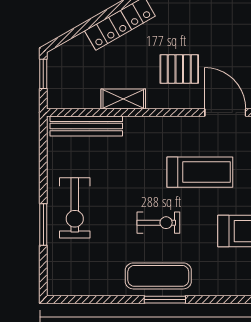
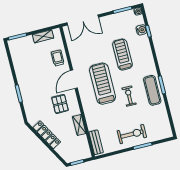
bench: (86, 126) -> (96, 142), width x0.73
treadmill: (200, 172) -> (103, 84), width x1.37, depth x1.38

